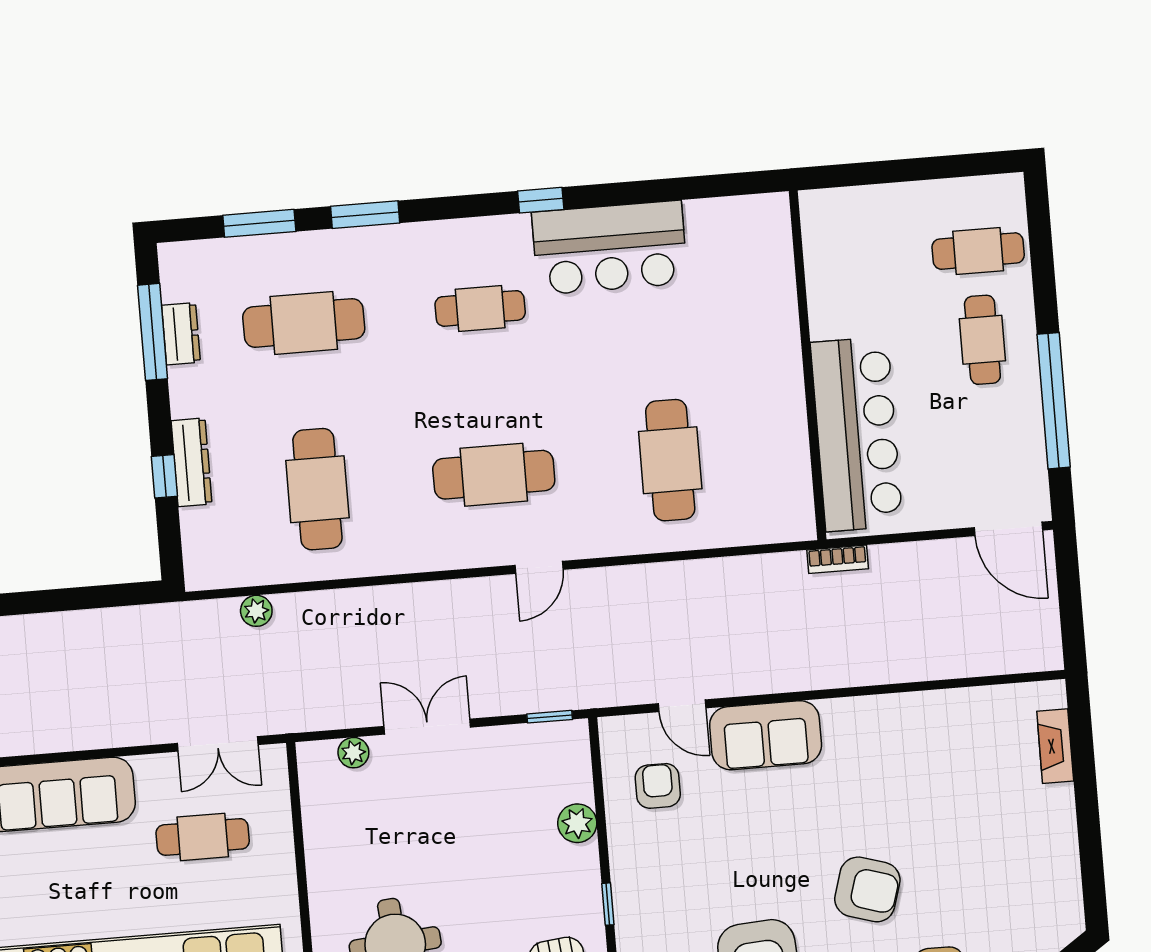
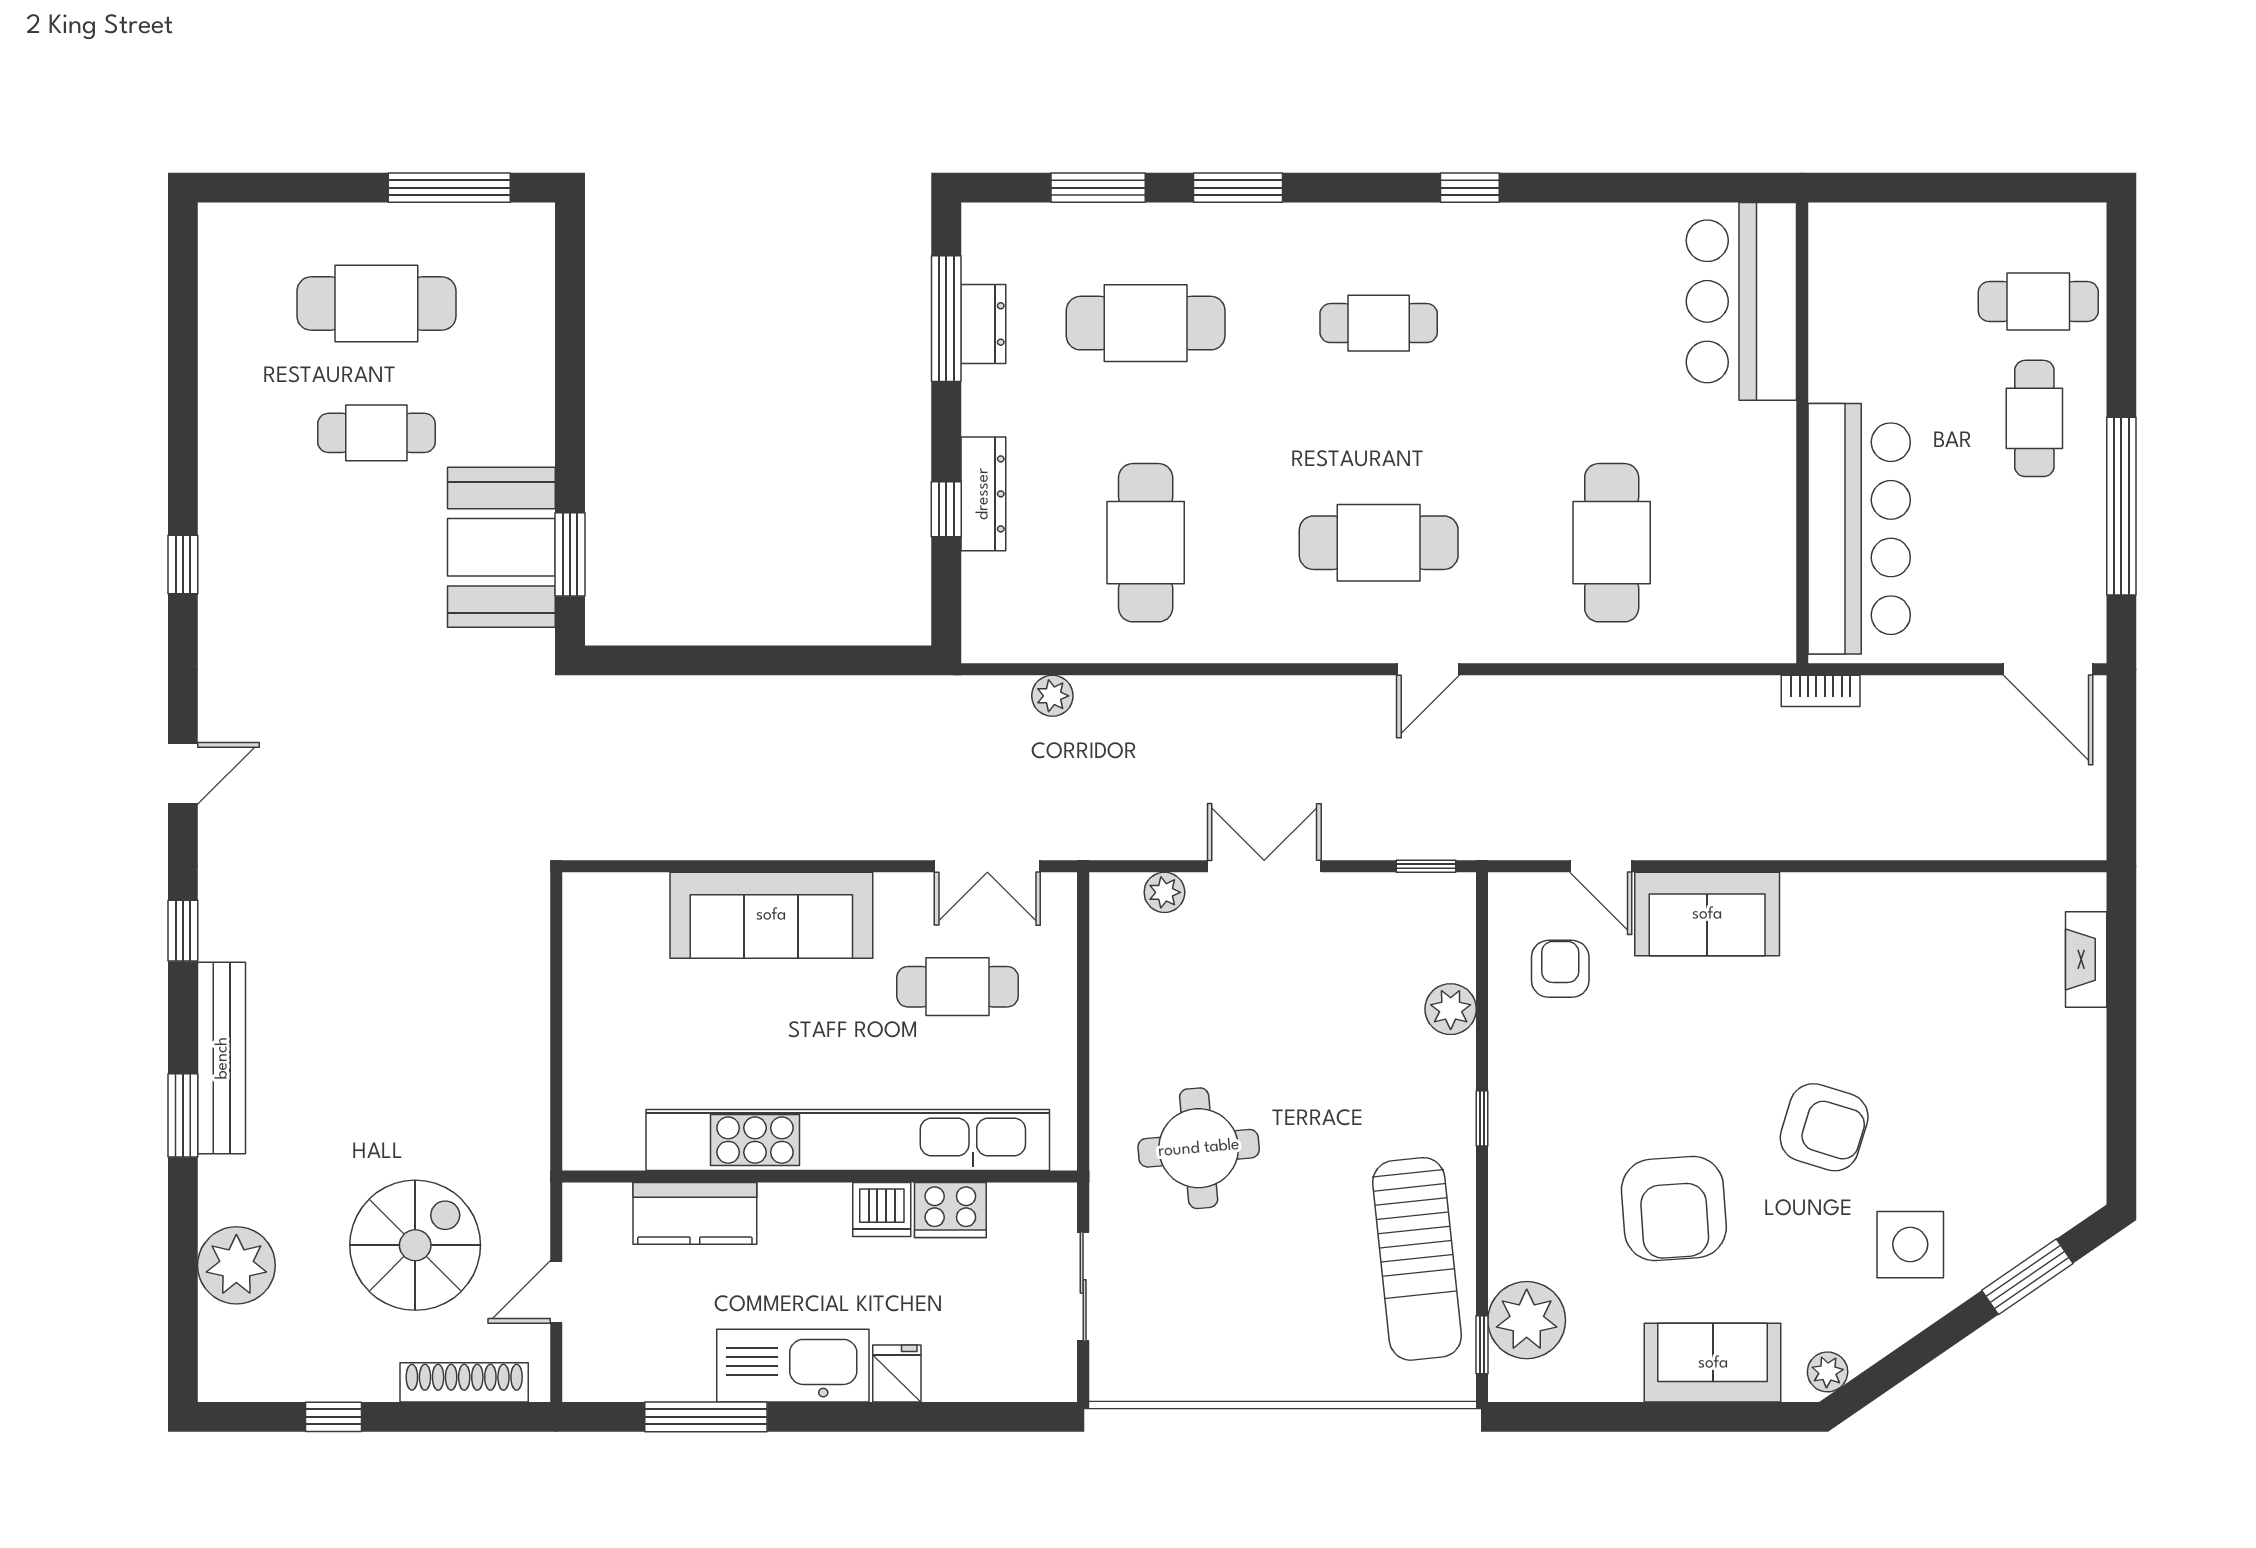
bar counter: (610, 248) -> (1741, 301), moved, turned 90

